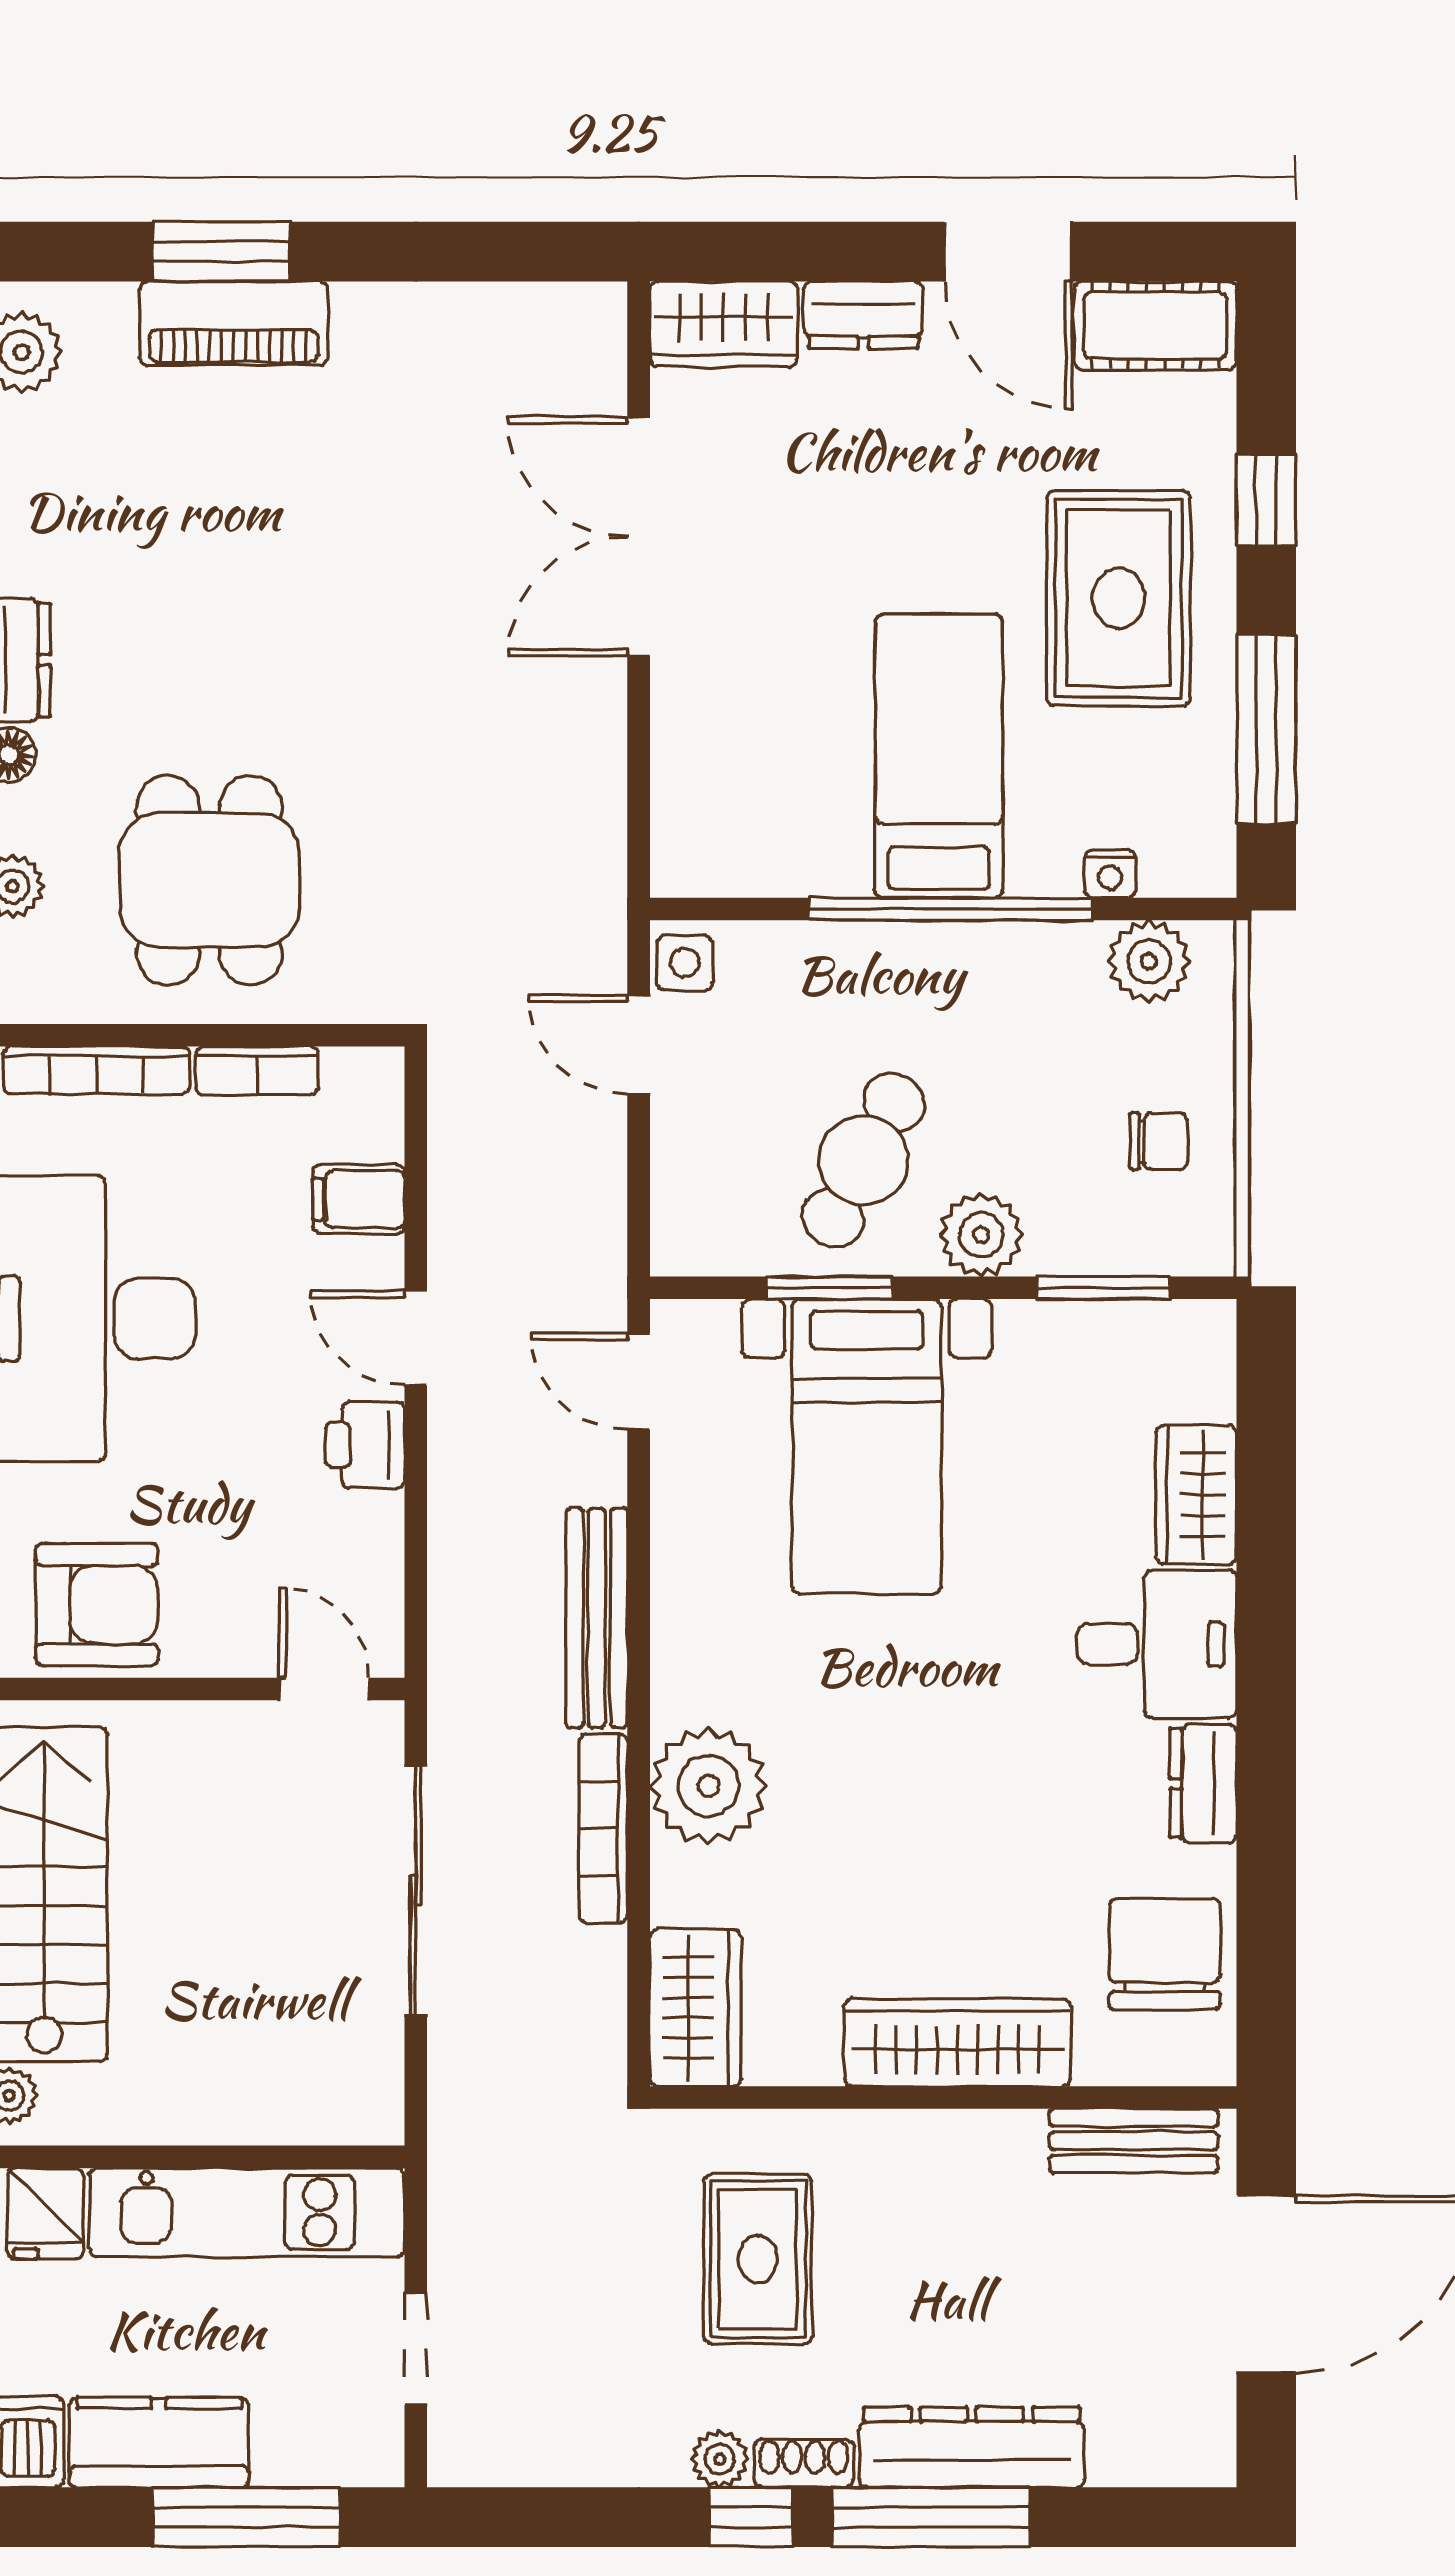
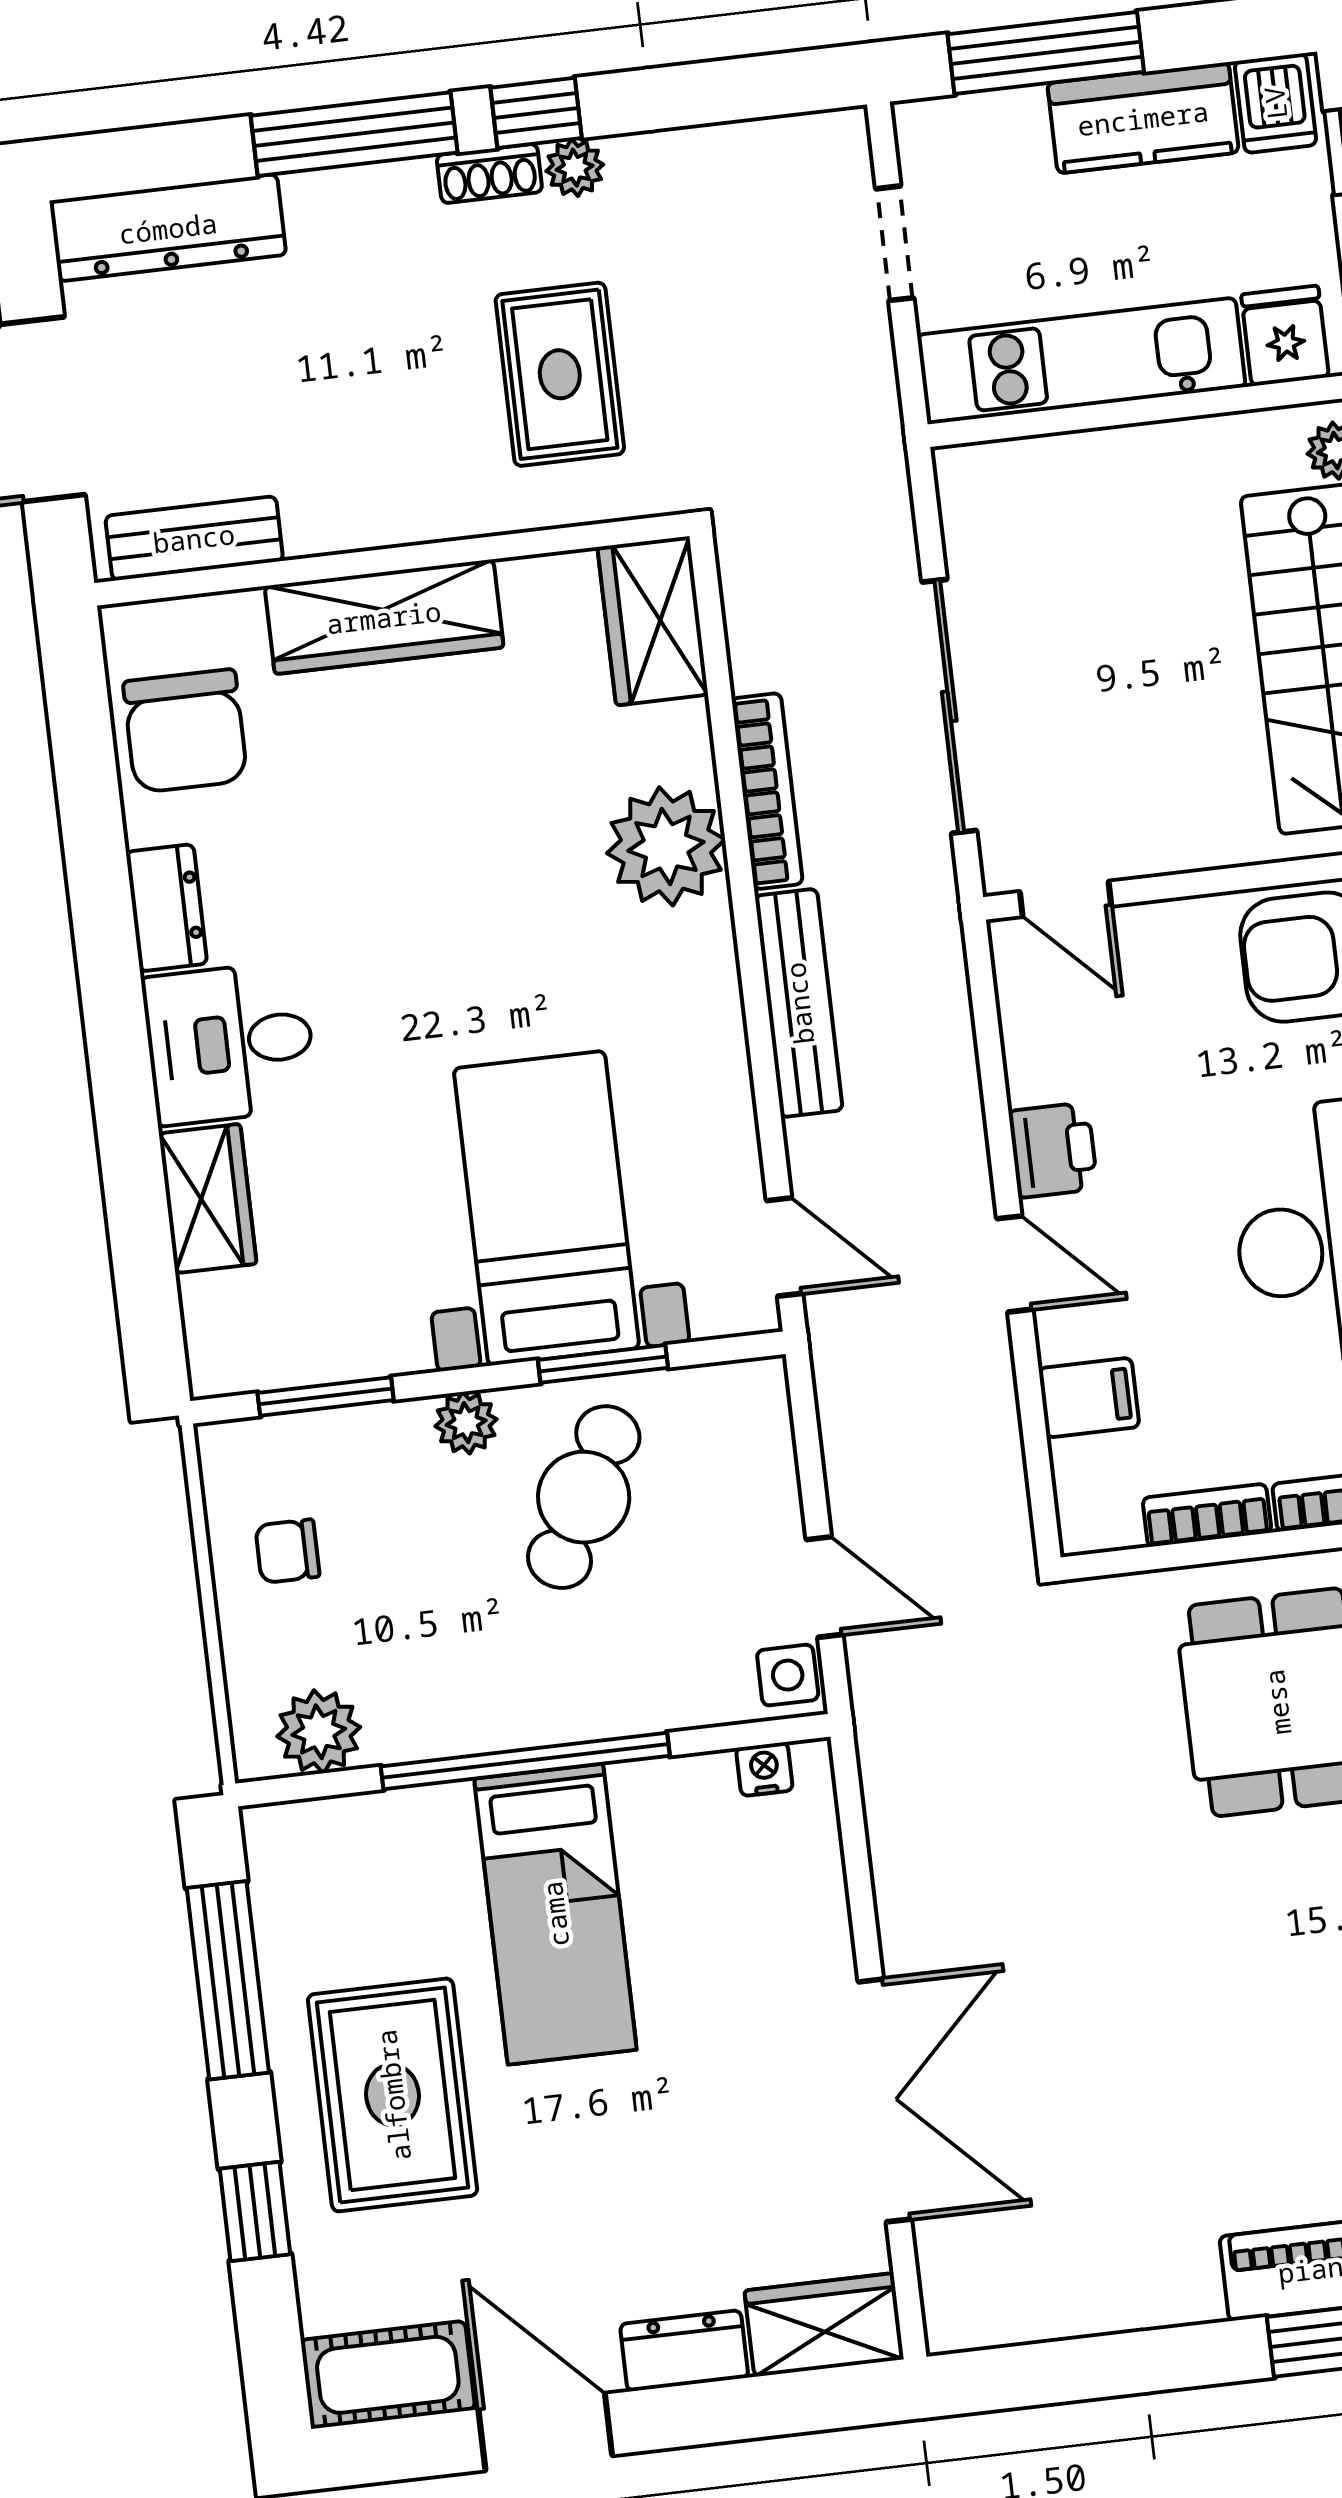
nightstand: (1110, 874) -> (764, 1769), moved
plant: (981, 1235) -> (466, 1423), width x0.73, depth x0.73
dresser: (972, 2447) -> (168, 228), moved

